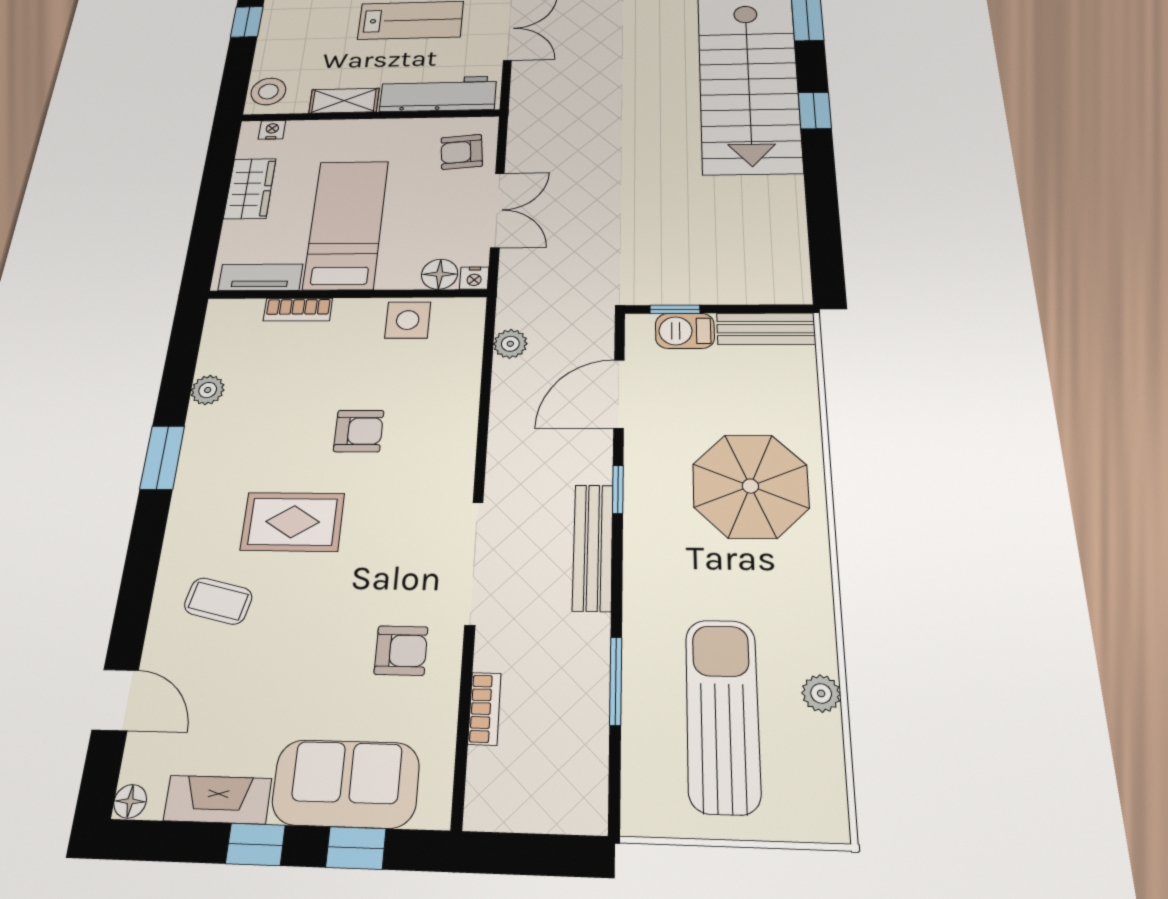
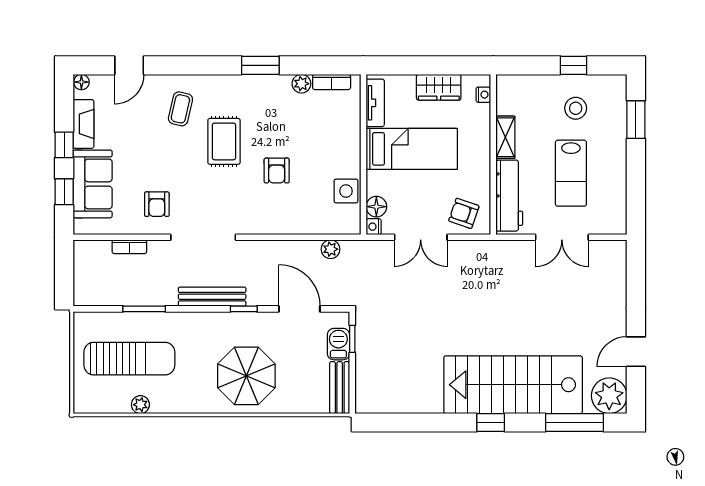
stool: (268, 91) -> (576, 108), moved
armchair: (462, 152) -> (464, 213), turned -66
bookcase: (298, 310) -> (332, 82), moved, turned -90

